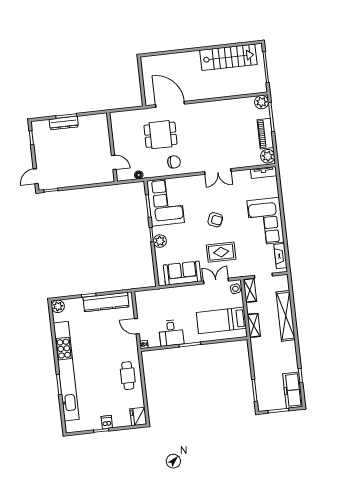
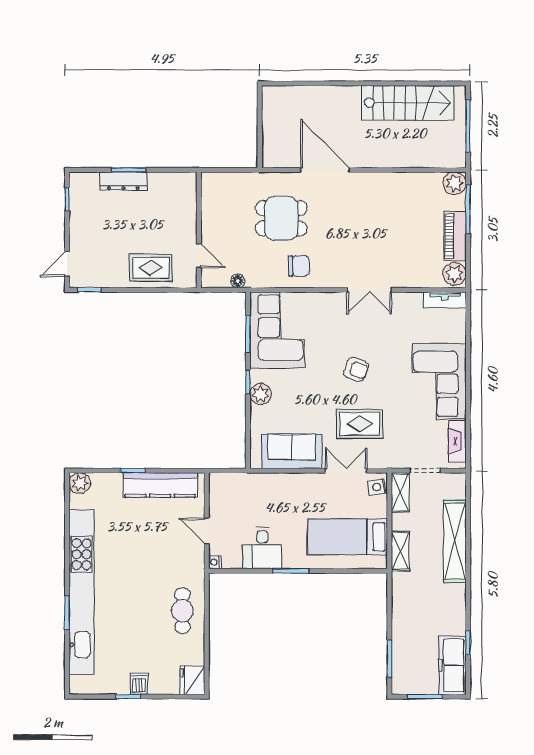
door: (170, 104) -> (325, 170), moved
rug: (86, 173) -> (151, 268), added

